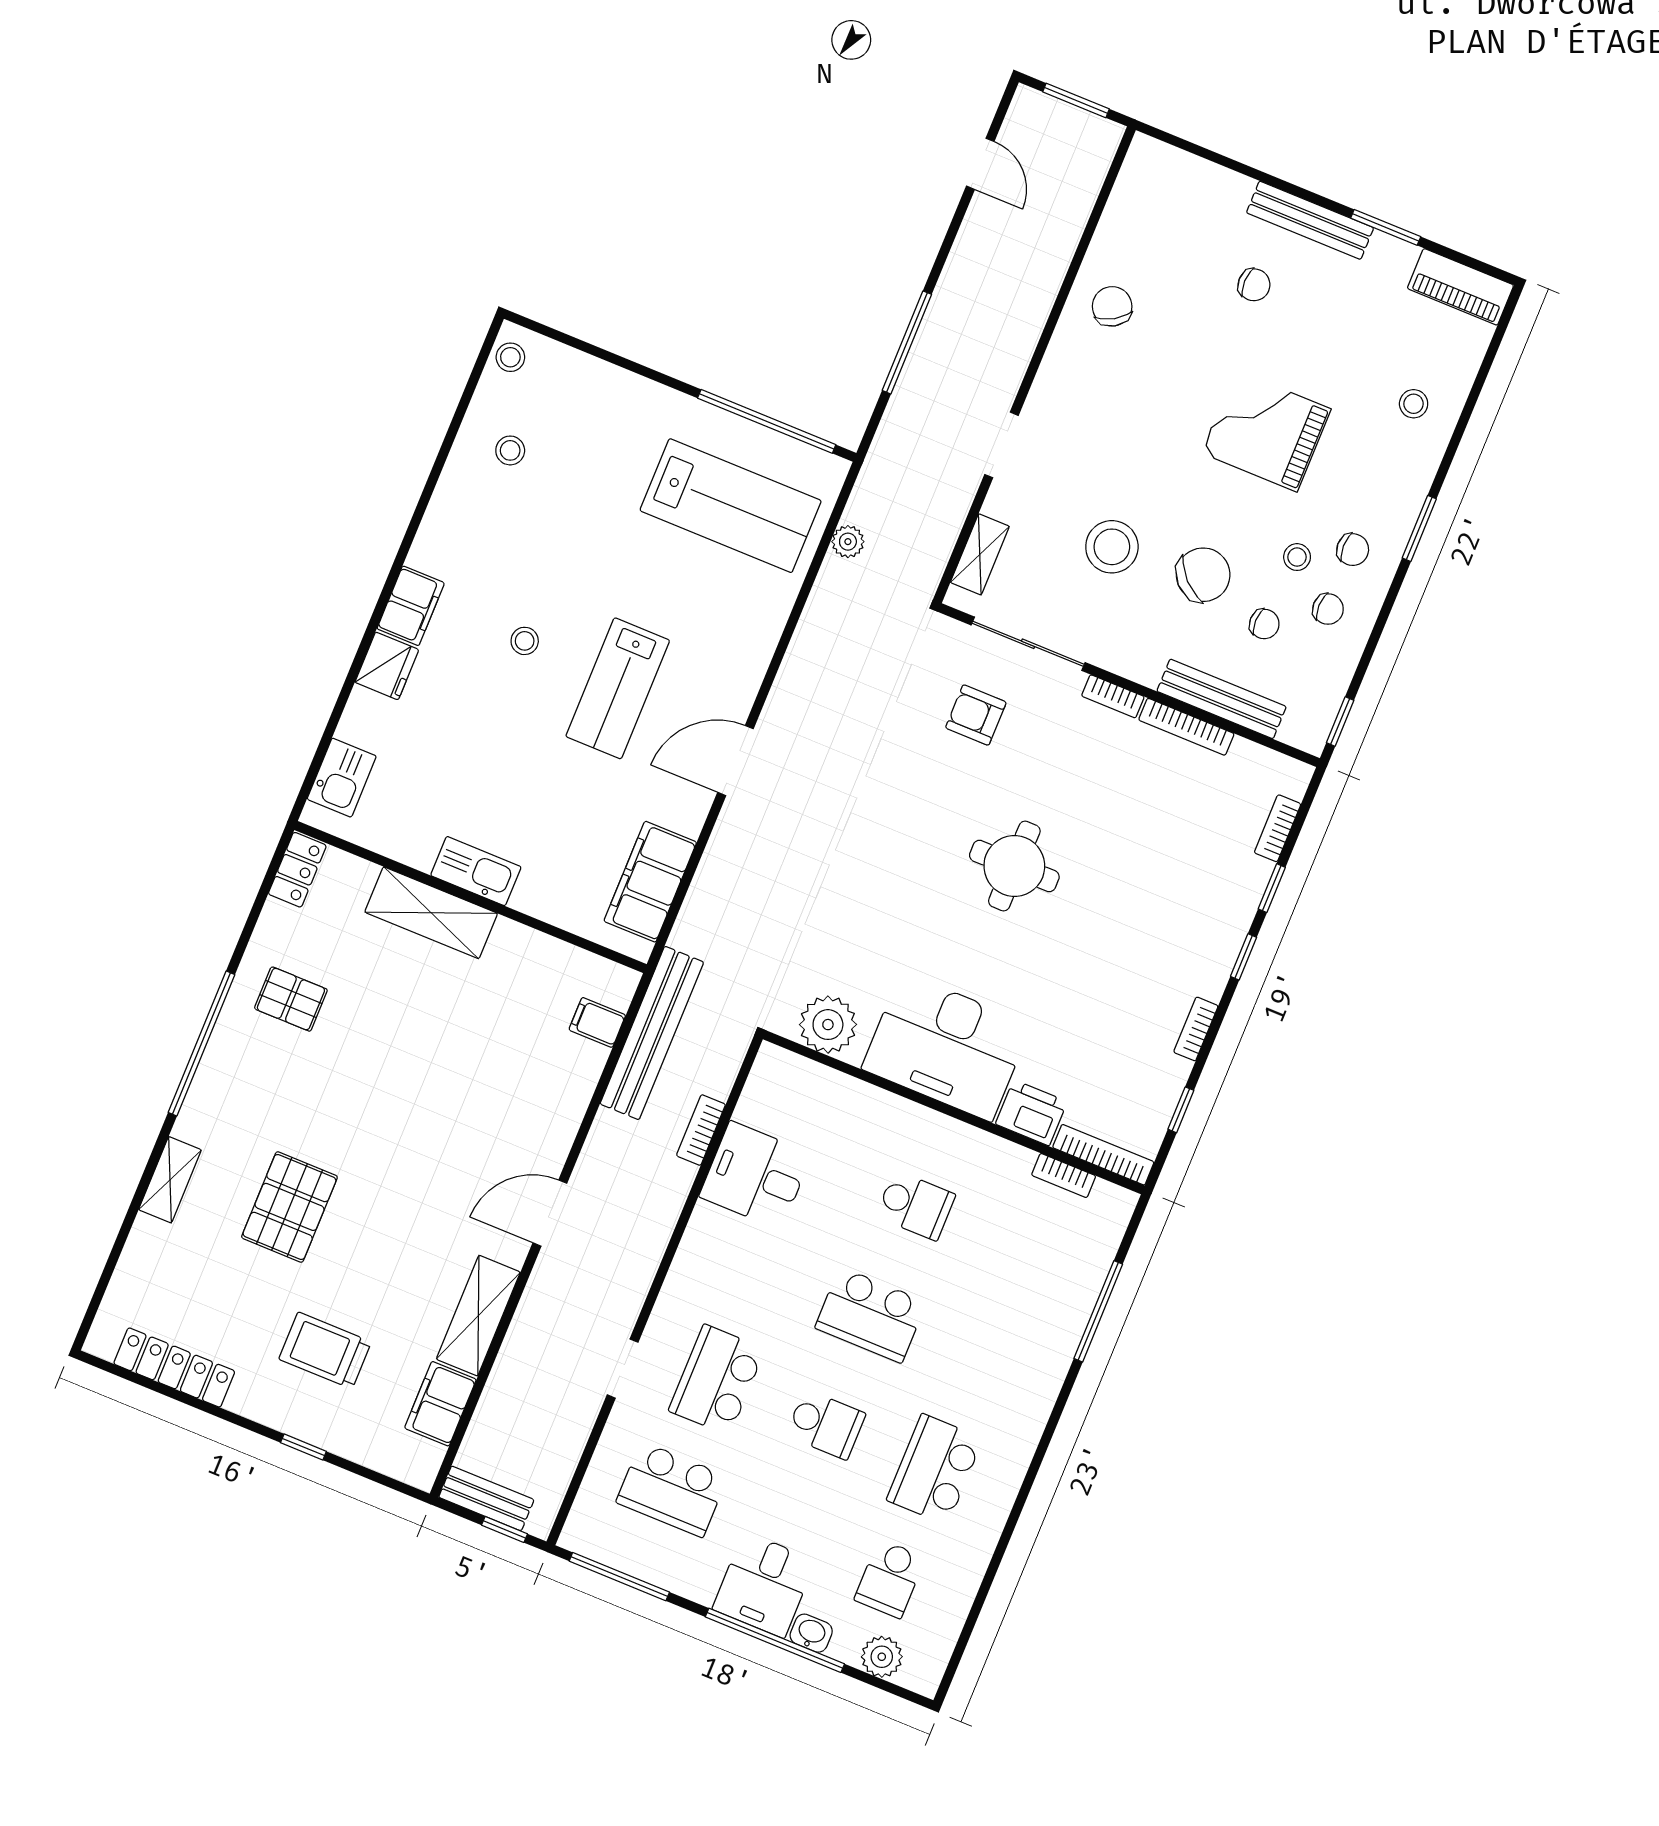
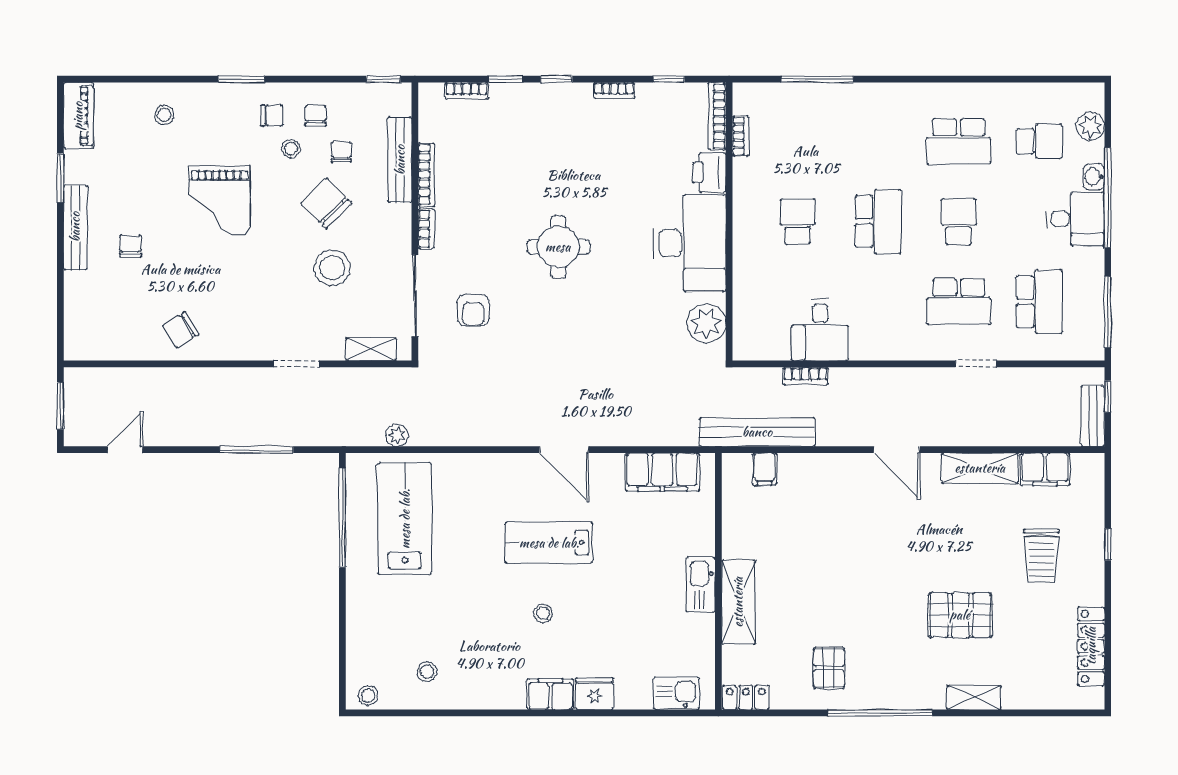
chair: (1353, 550) -> (272, 116), turned 91
lab bench: (618, 688) -> (549, 543), turned 180

